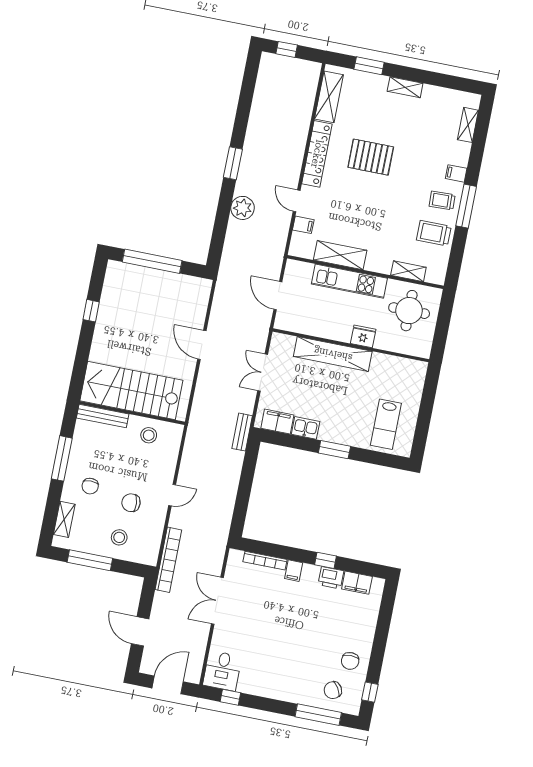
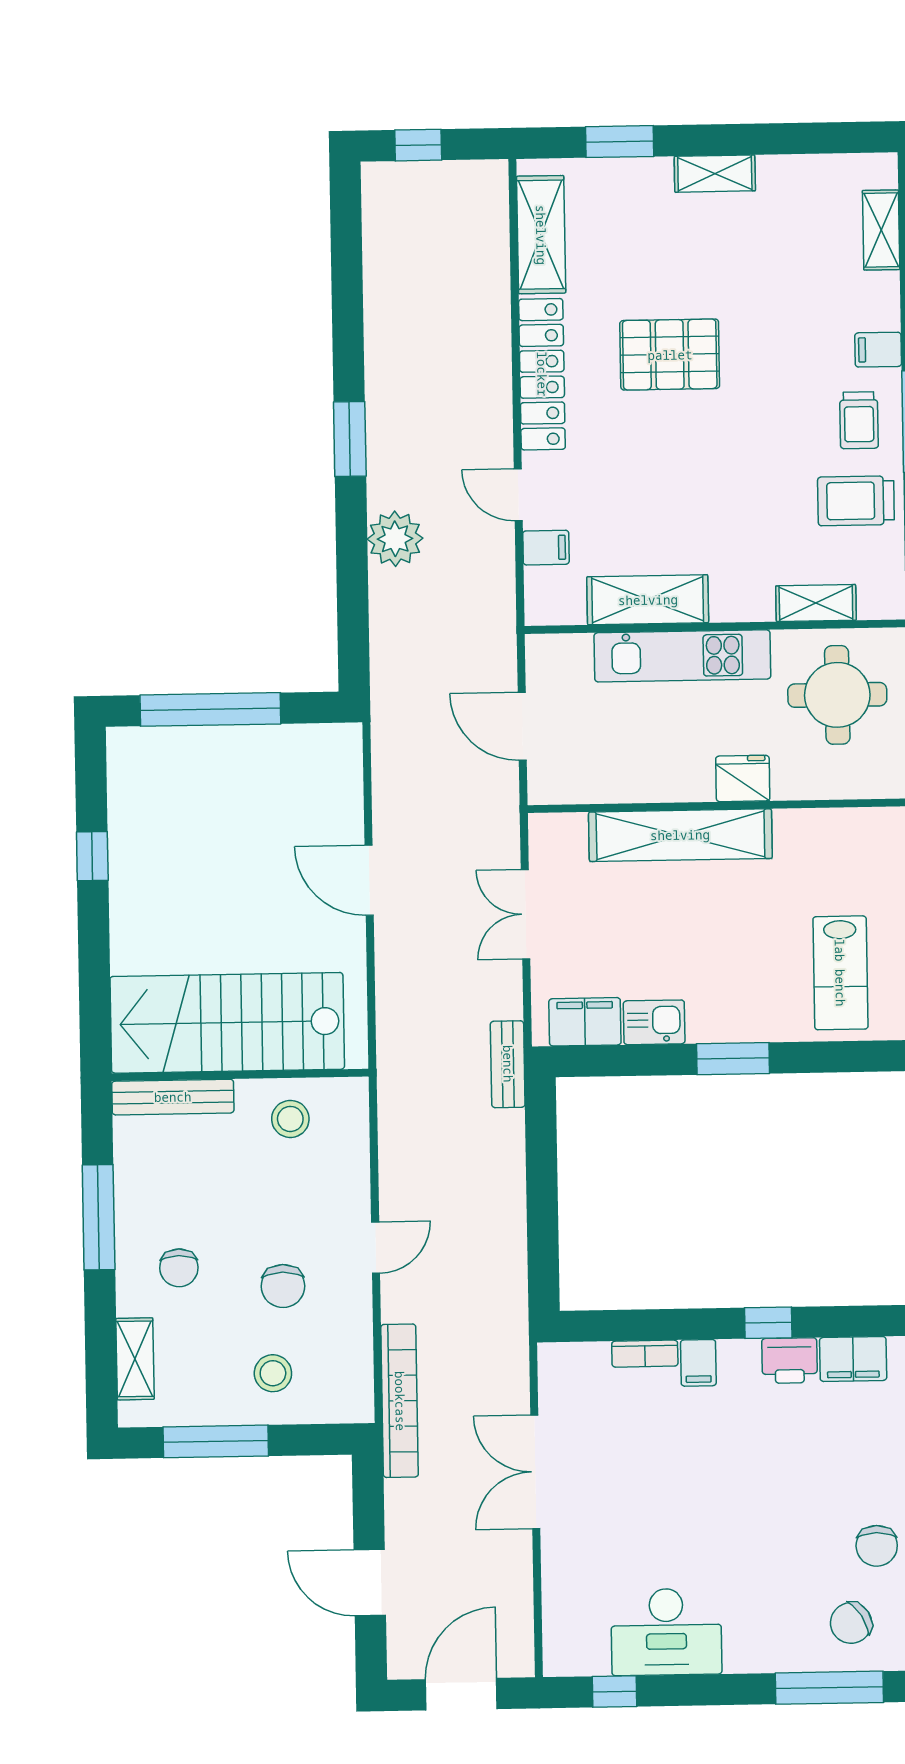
trolley: (442, 201) -> (859, 420), turned -88
chair: (131, 503) -> (283, 1286), turned -86
bookcase: (265, 561) -> (645, 1354), width x0.64
desk: (222, 671) -> (666, 1632), moved, width x1.37

